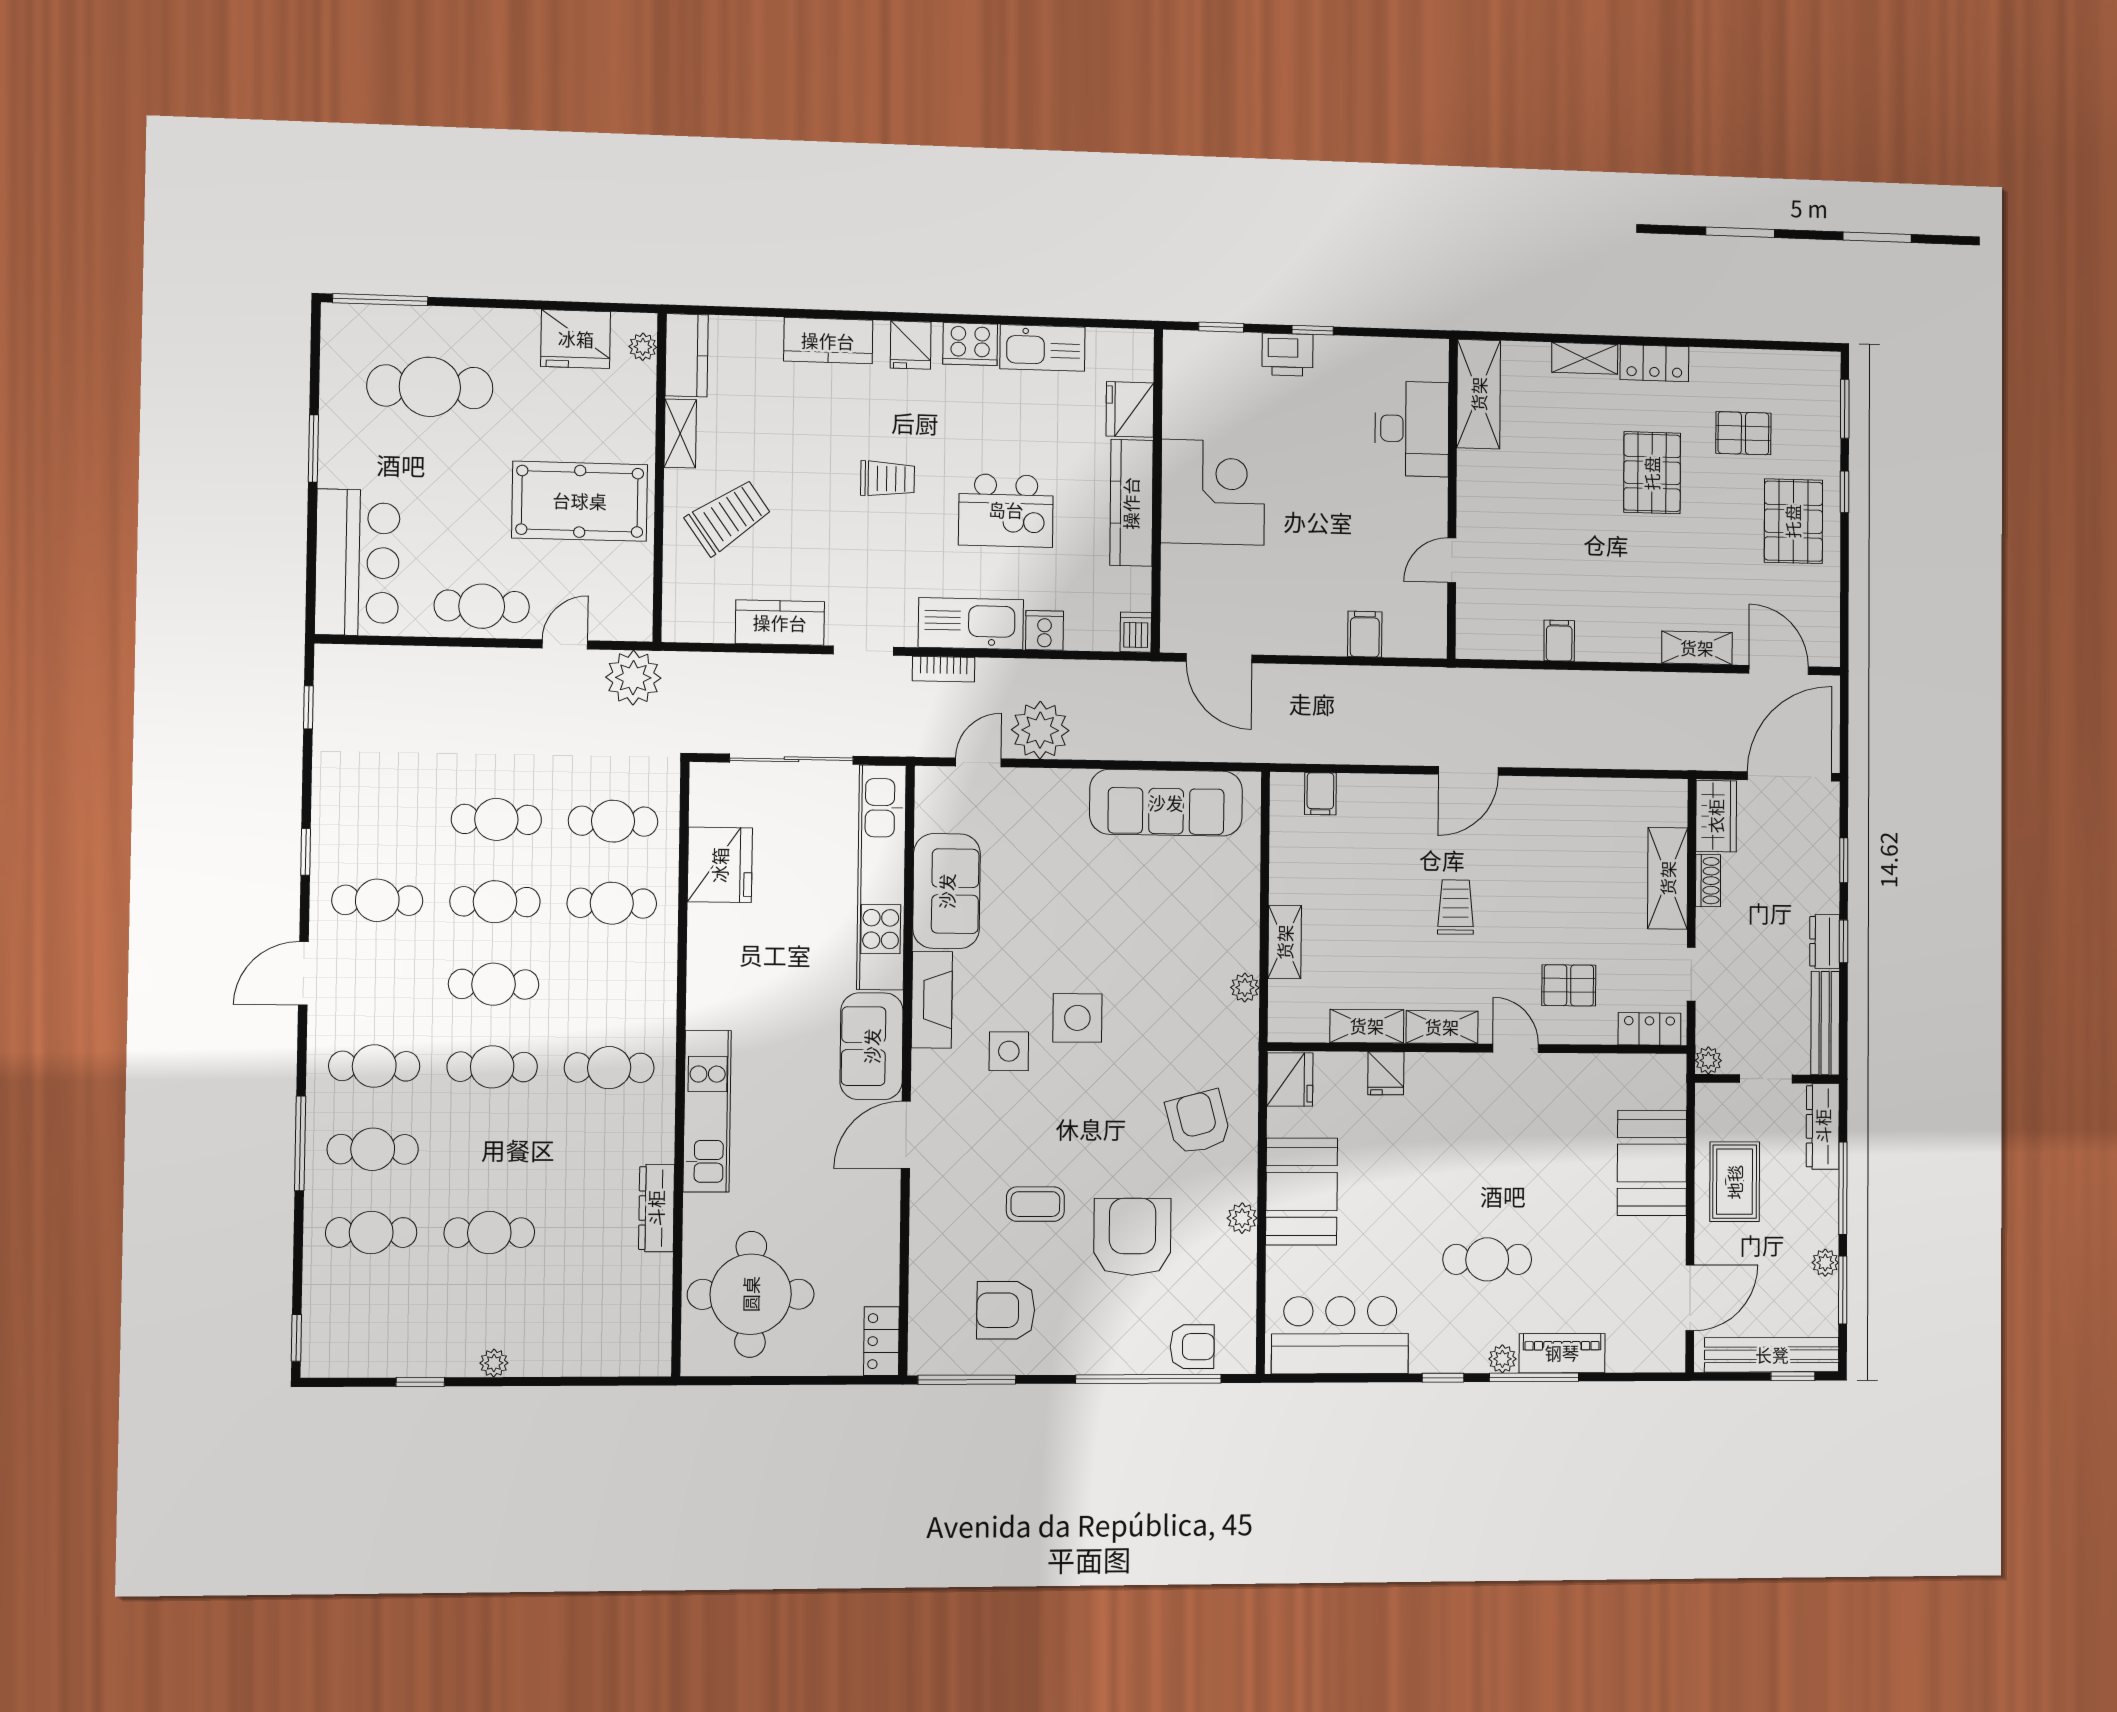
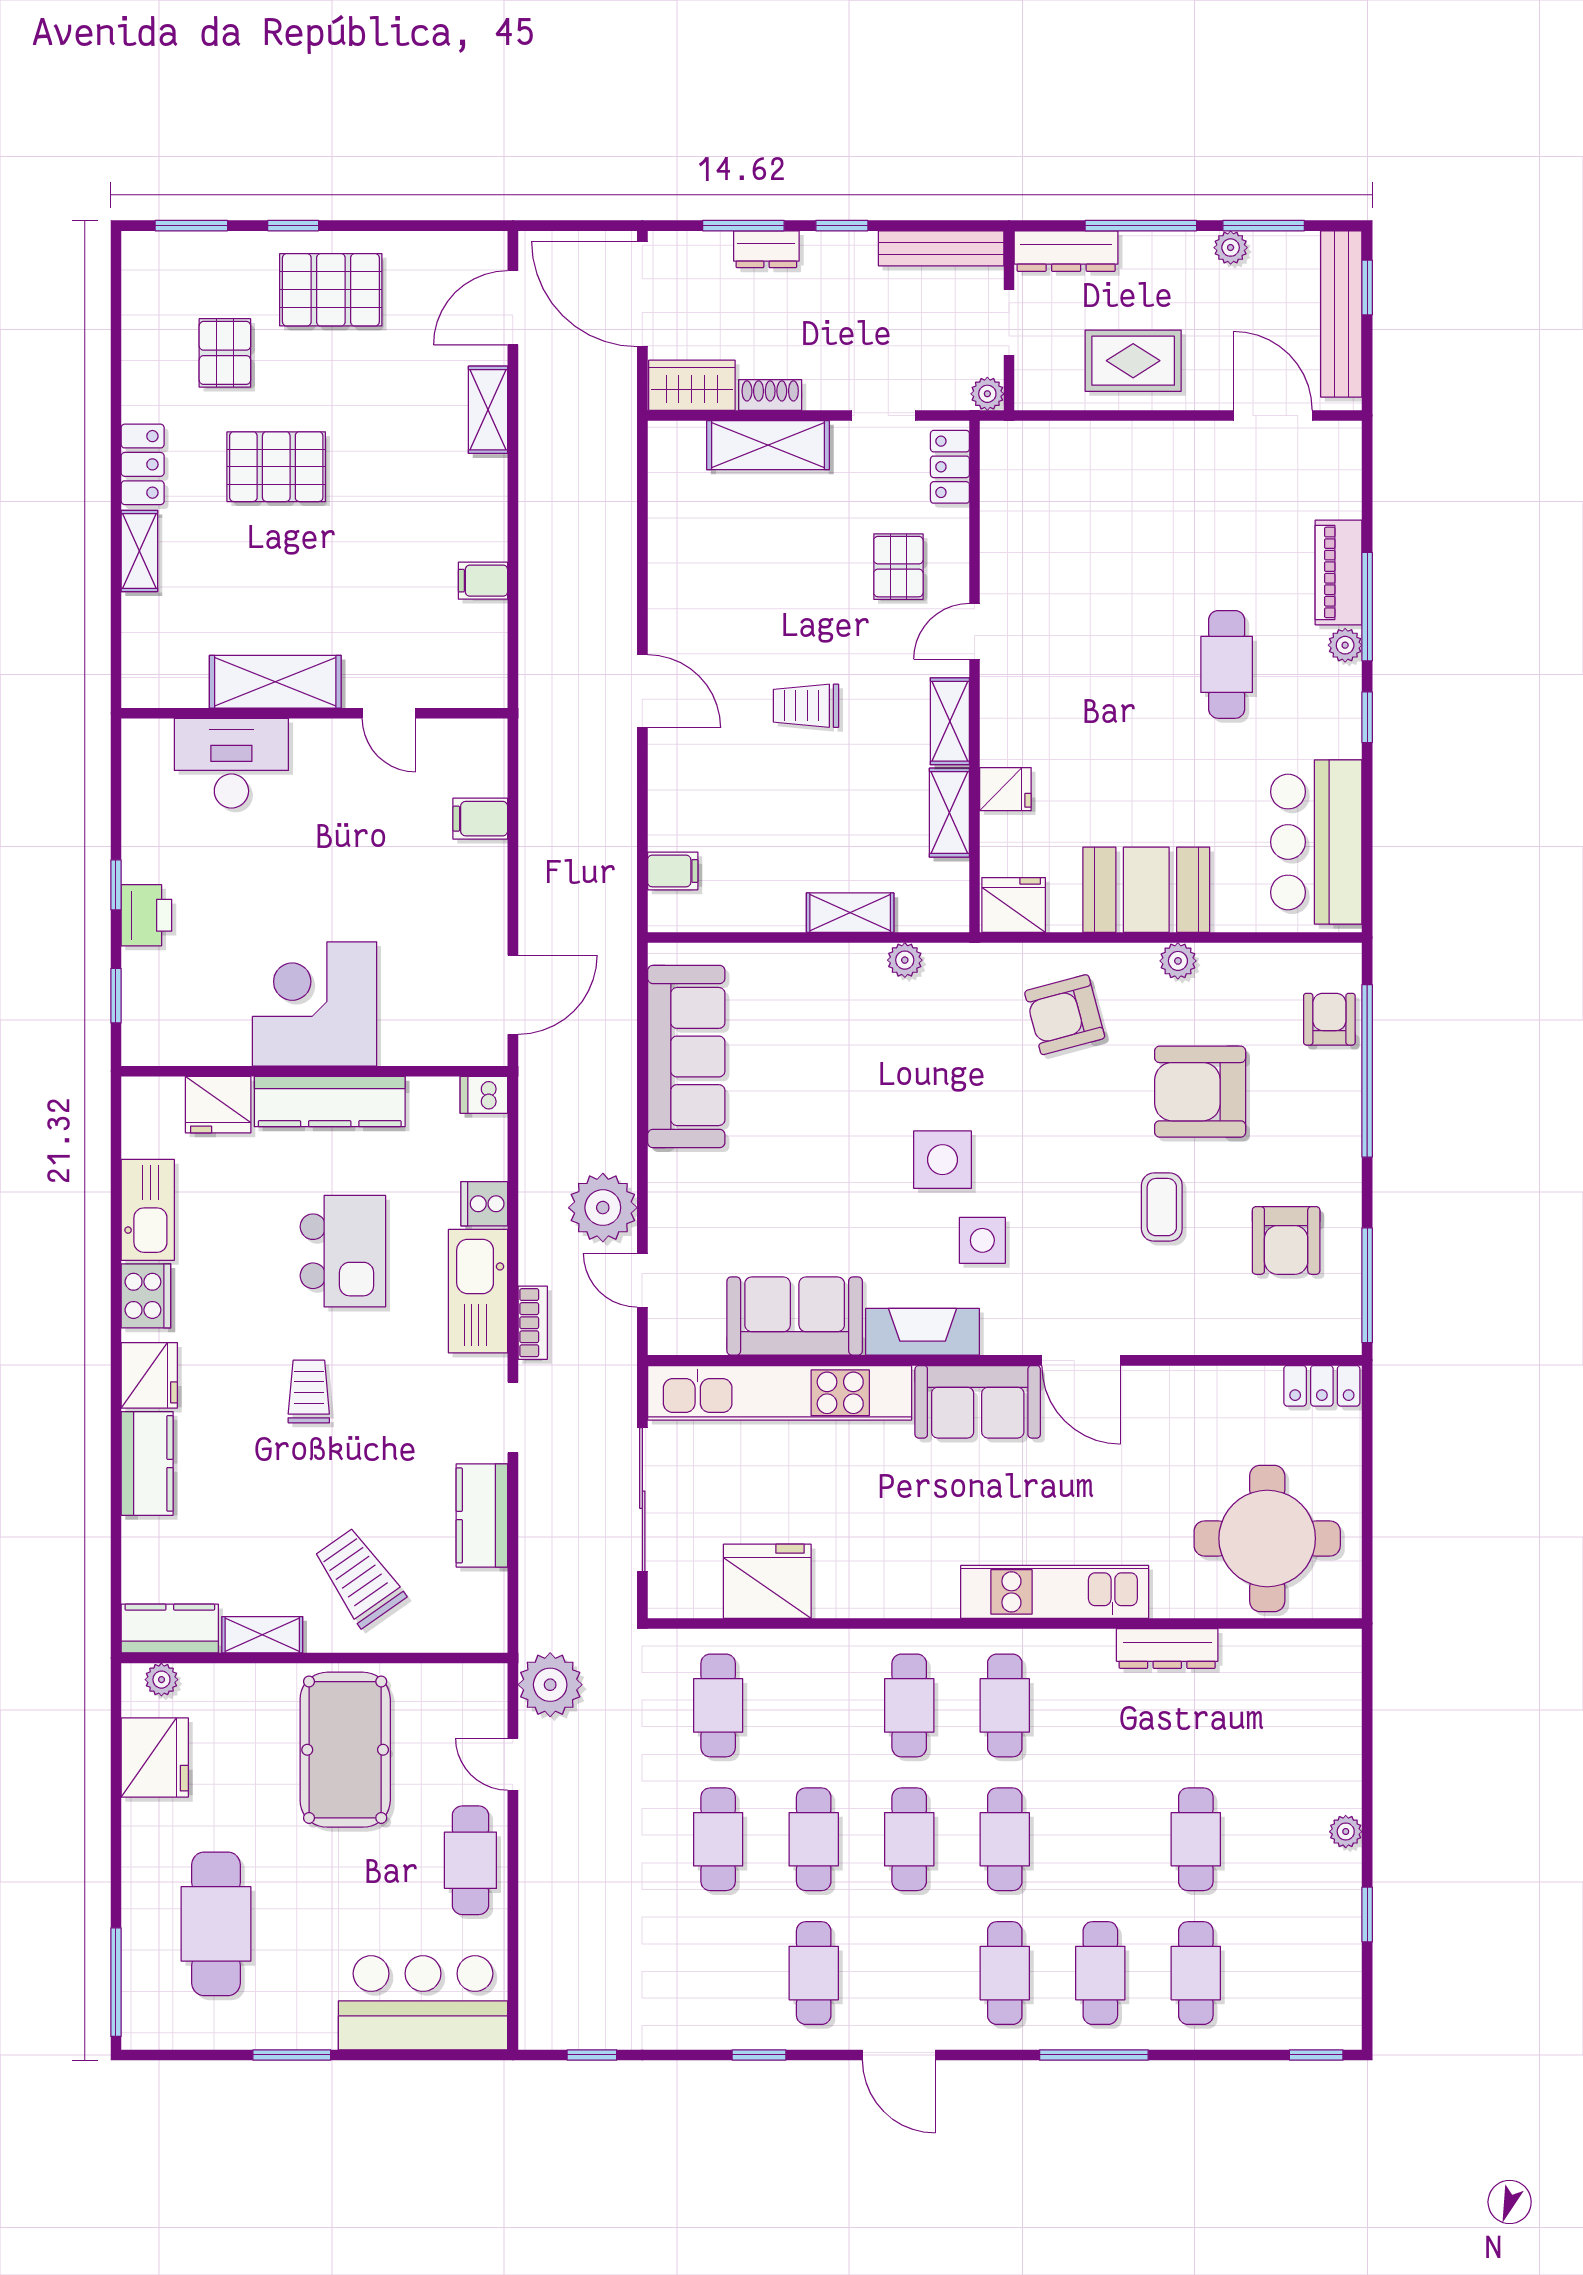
fridge: (911, 345) -> (149, 1375), width x1.38
shelving: (1479, 394) -> (275, 682), moved
window: (1844, 860) -> (743, 226), width x1.50
cafe table: (612, 903) -> (909, 1705), moved
dresser: (1825, 941) -> (766, 249), moved
booth: (1652, 1163) -> (1111, 463), removed

